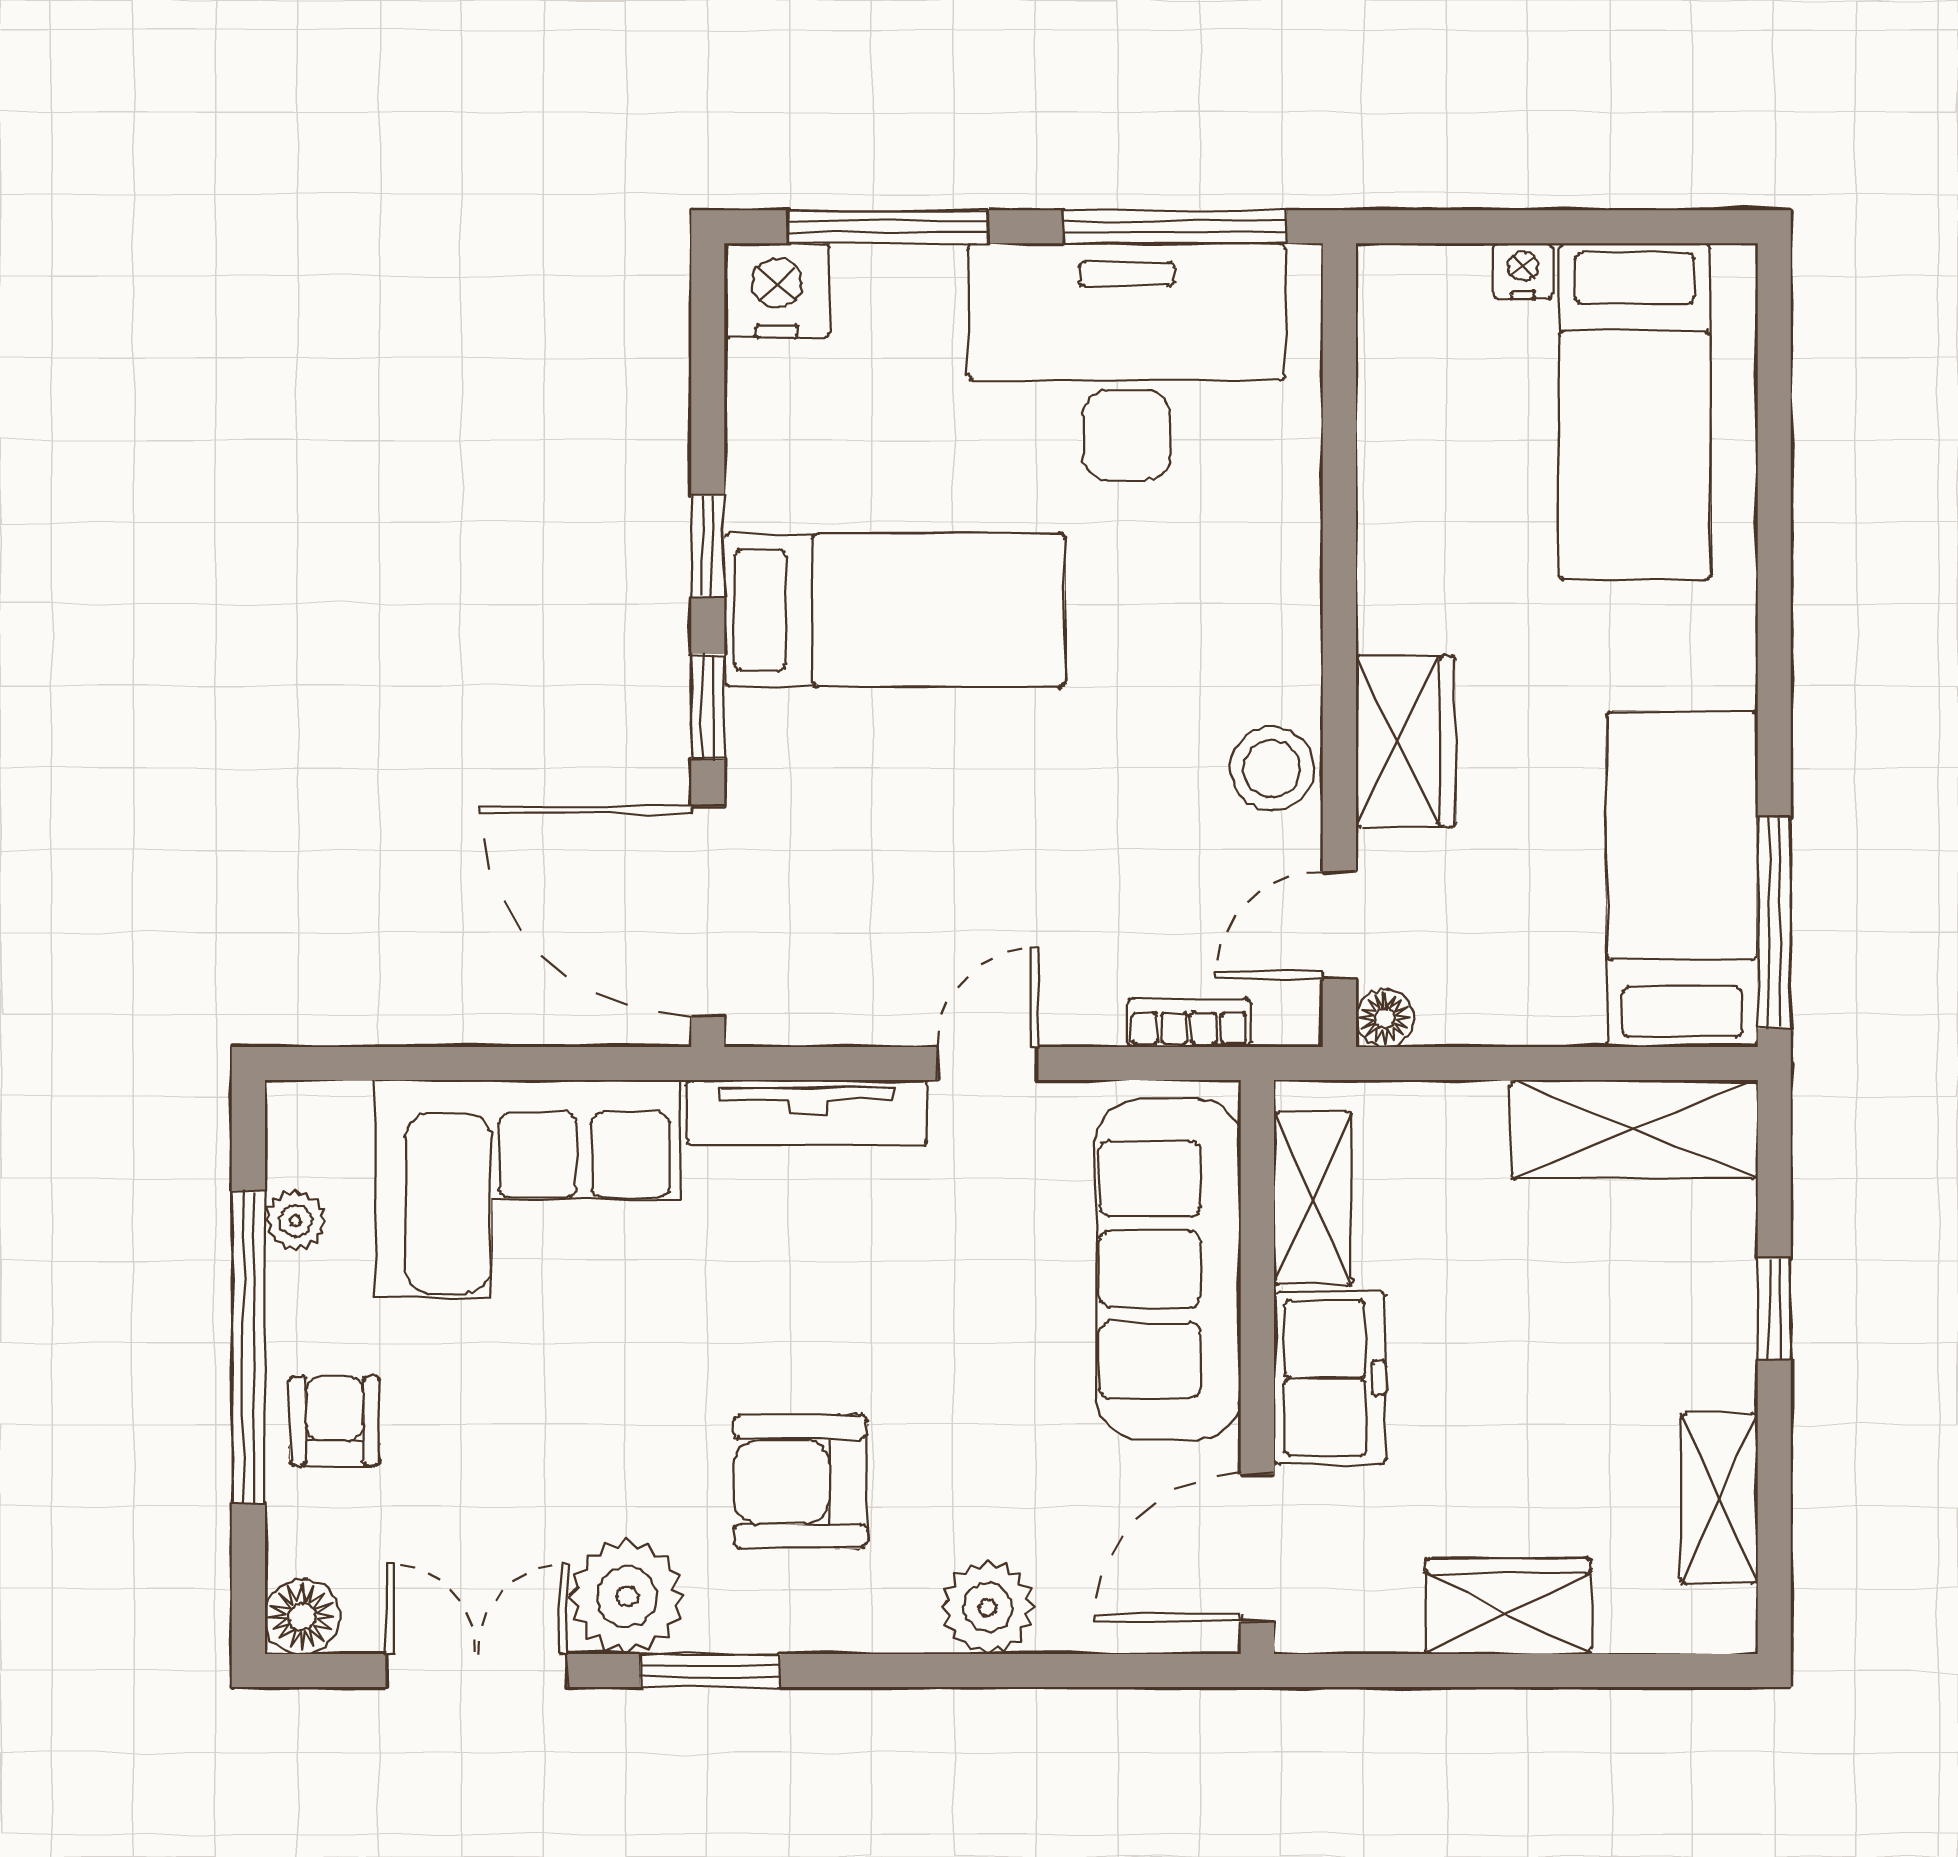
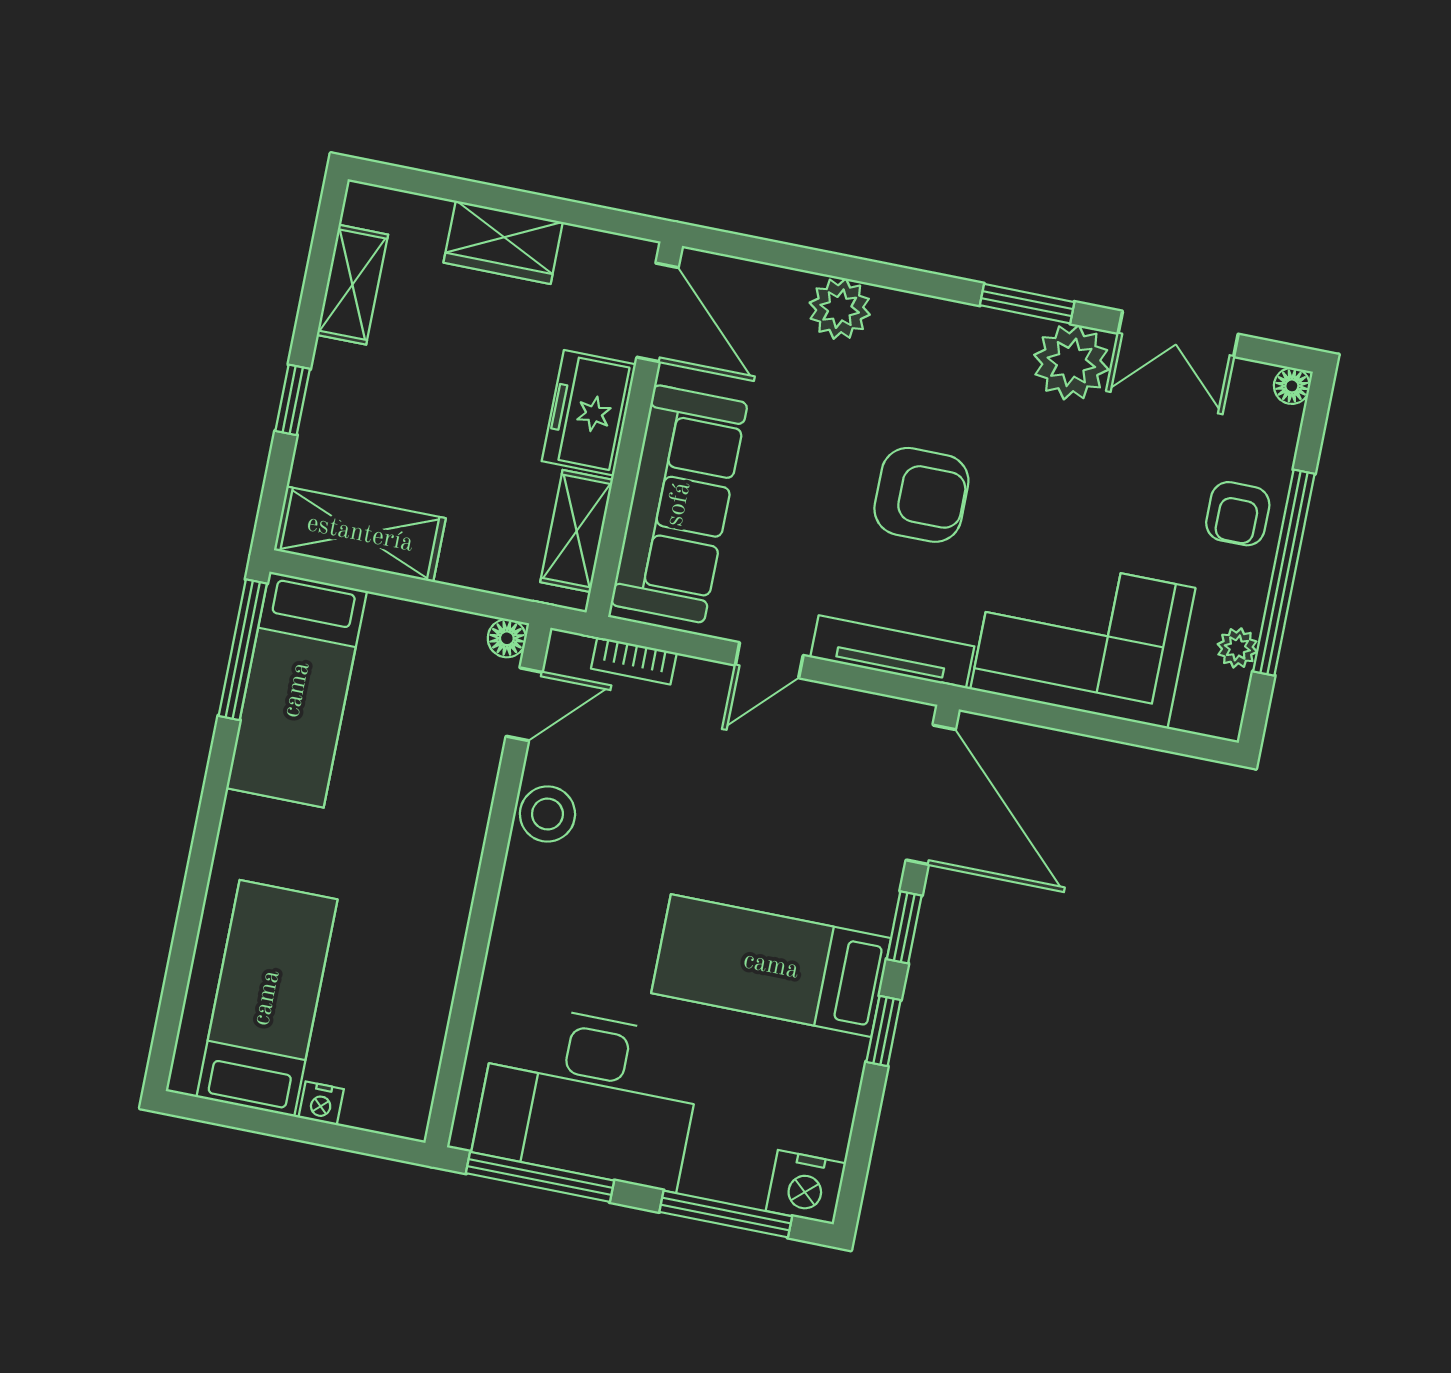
wardrobe: (1406, 741) -> (458, 815), removed
armchair: (800, 1482) -> (921, 495), moved
door: (1257, 1548) -> (658, 312), hinge flipped
floor lamp: (302, 1617) -> (1292, 386), width x0.73, depth x0.73

